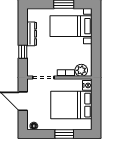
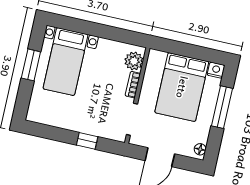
dresser: (32, 34) -> (64, 122), removed
nightstand: (87, 85) -> (216, 70), moved
window: (64, 134) -> (222, 107), width x1.44

